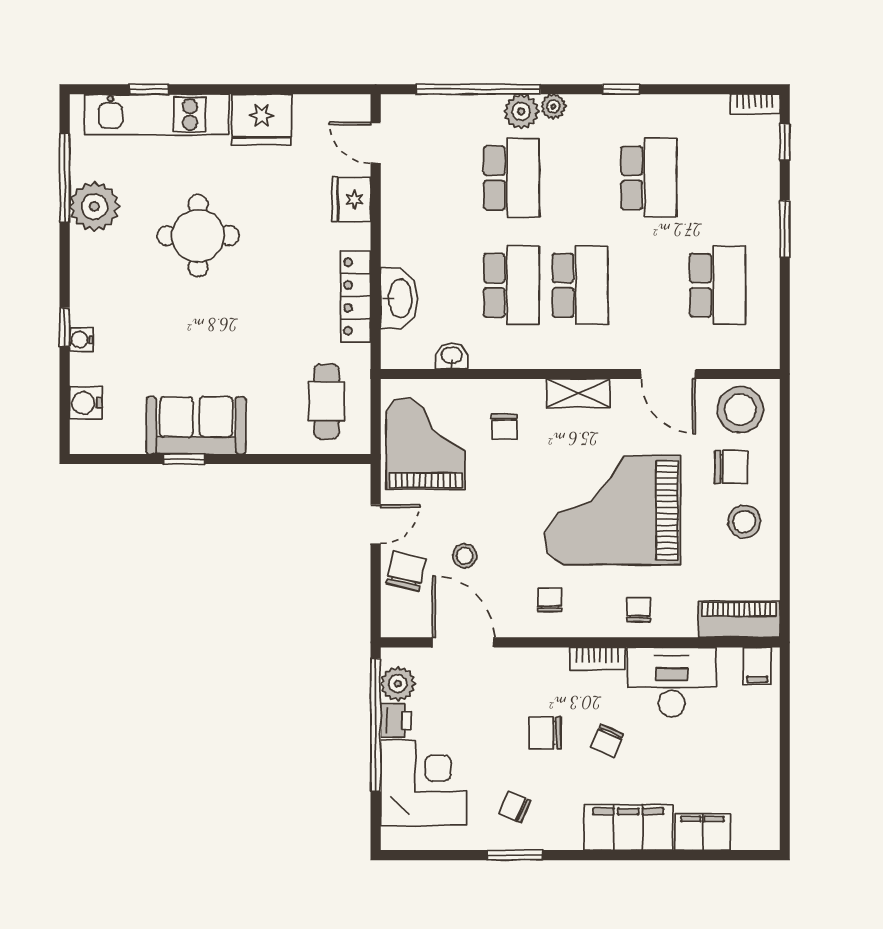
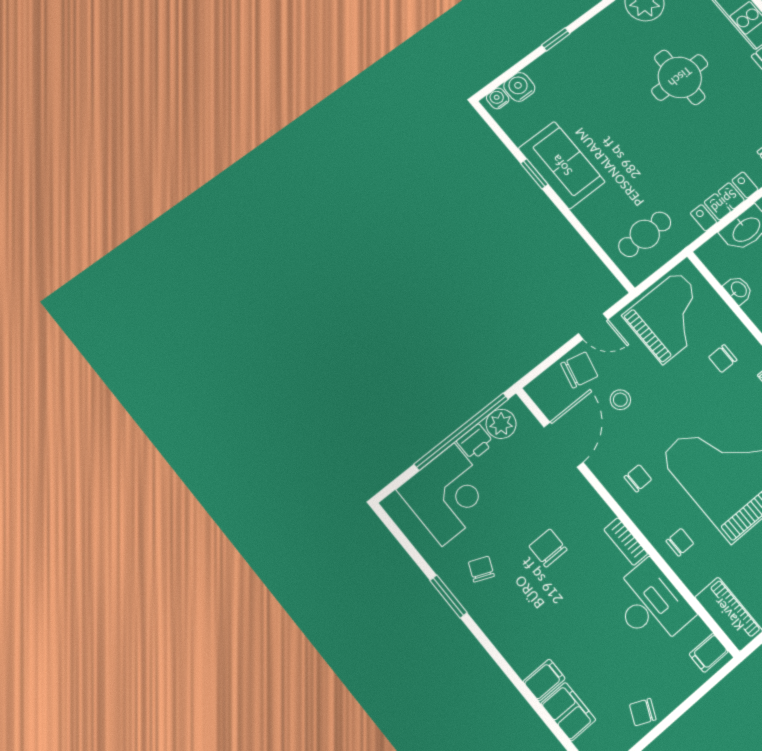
water cooler: (81, 340) -> (498, 98), moved
chair: (607, 740) -> (643, 712), moved
filing cabinet: (628, 827) -> (544, 680), width x0.33, depth x0.86

